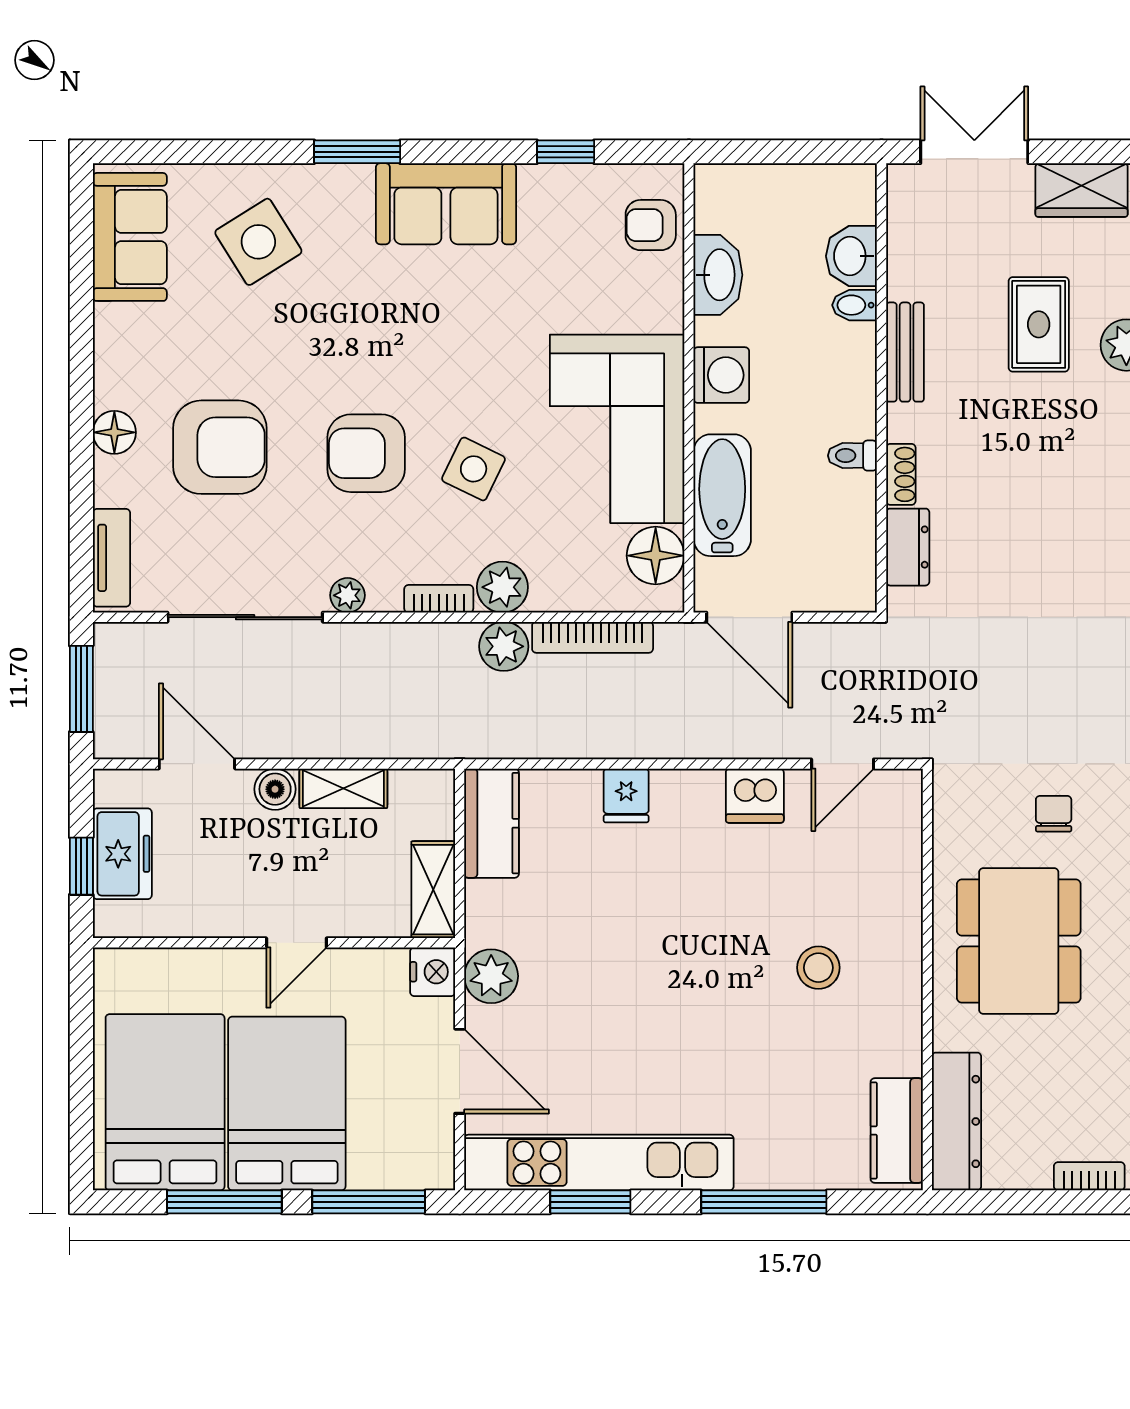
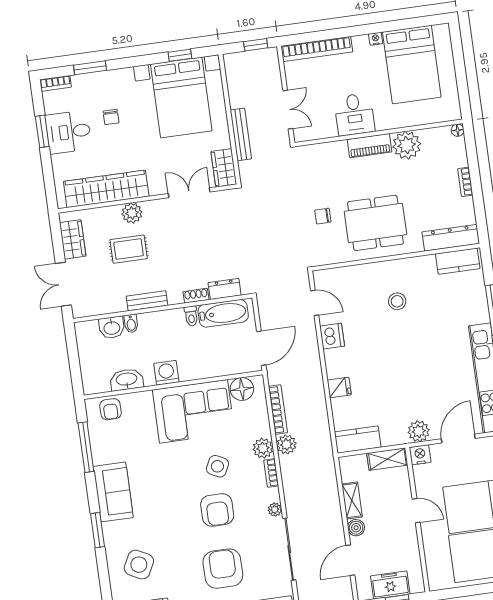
window: (566, 152) -> (86, 447), width x2.17
side table: (258, 242) -> (139, 565), turned -31
bathtub: (722, 495) -> (223, 313), moved, turned 180

